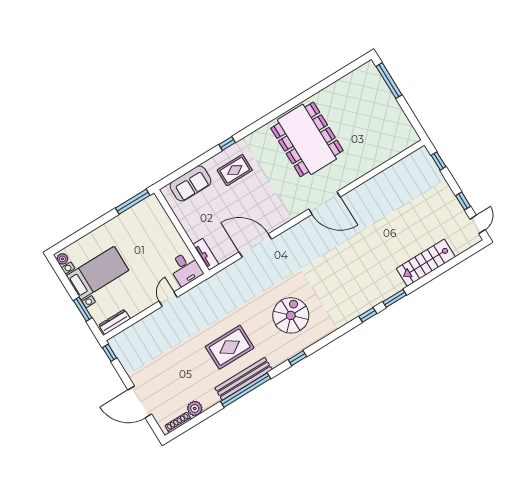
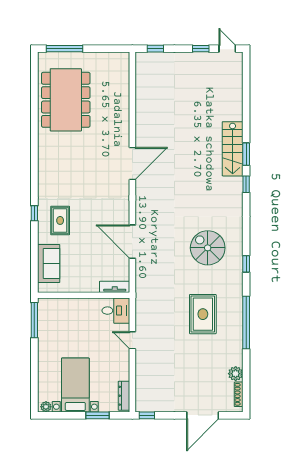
dining table: (307, 139) -> (66, 100), moved, turned 90
door: (255, 246) -> (132, 242), hinge flipped
stairs: (426, 263) -> (233, 149), moved
bench: (243, 379) -> (236, 319), removed

